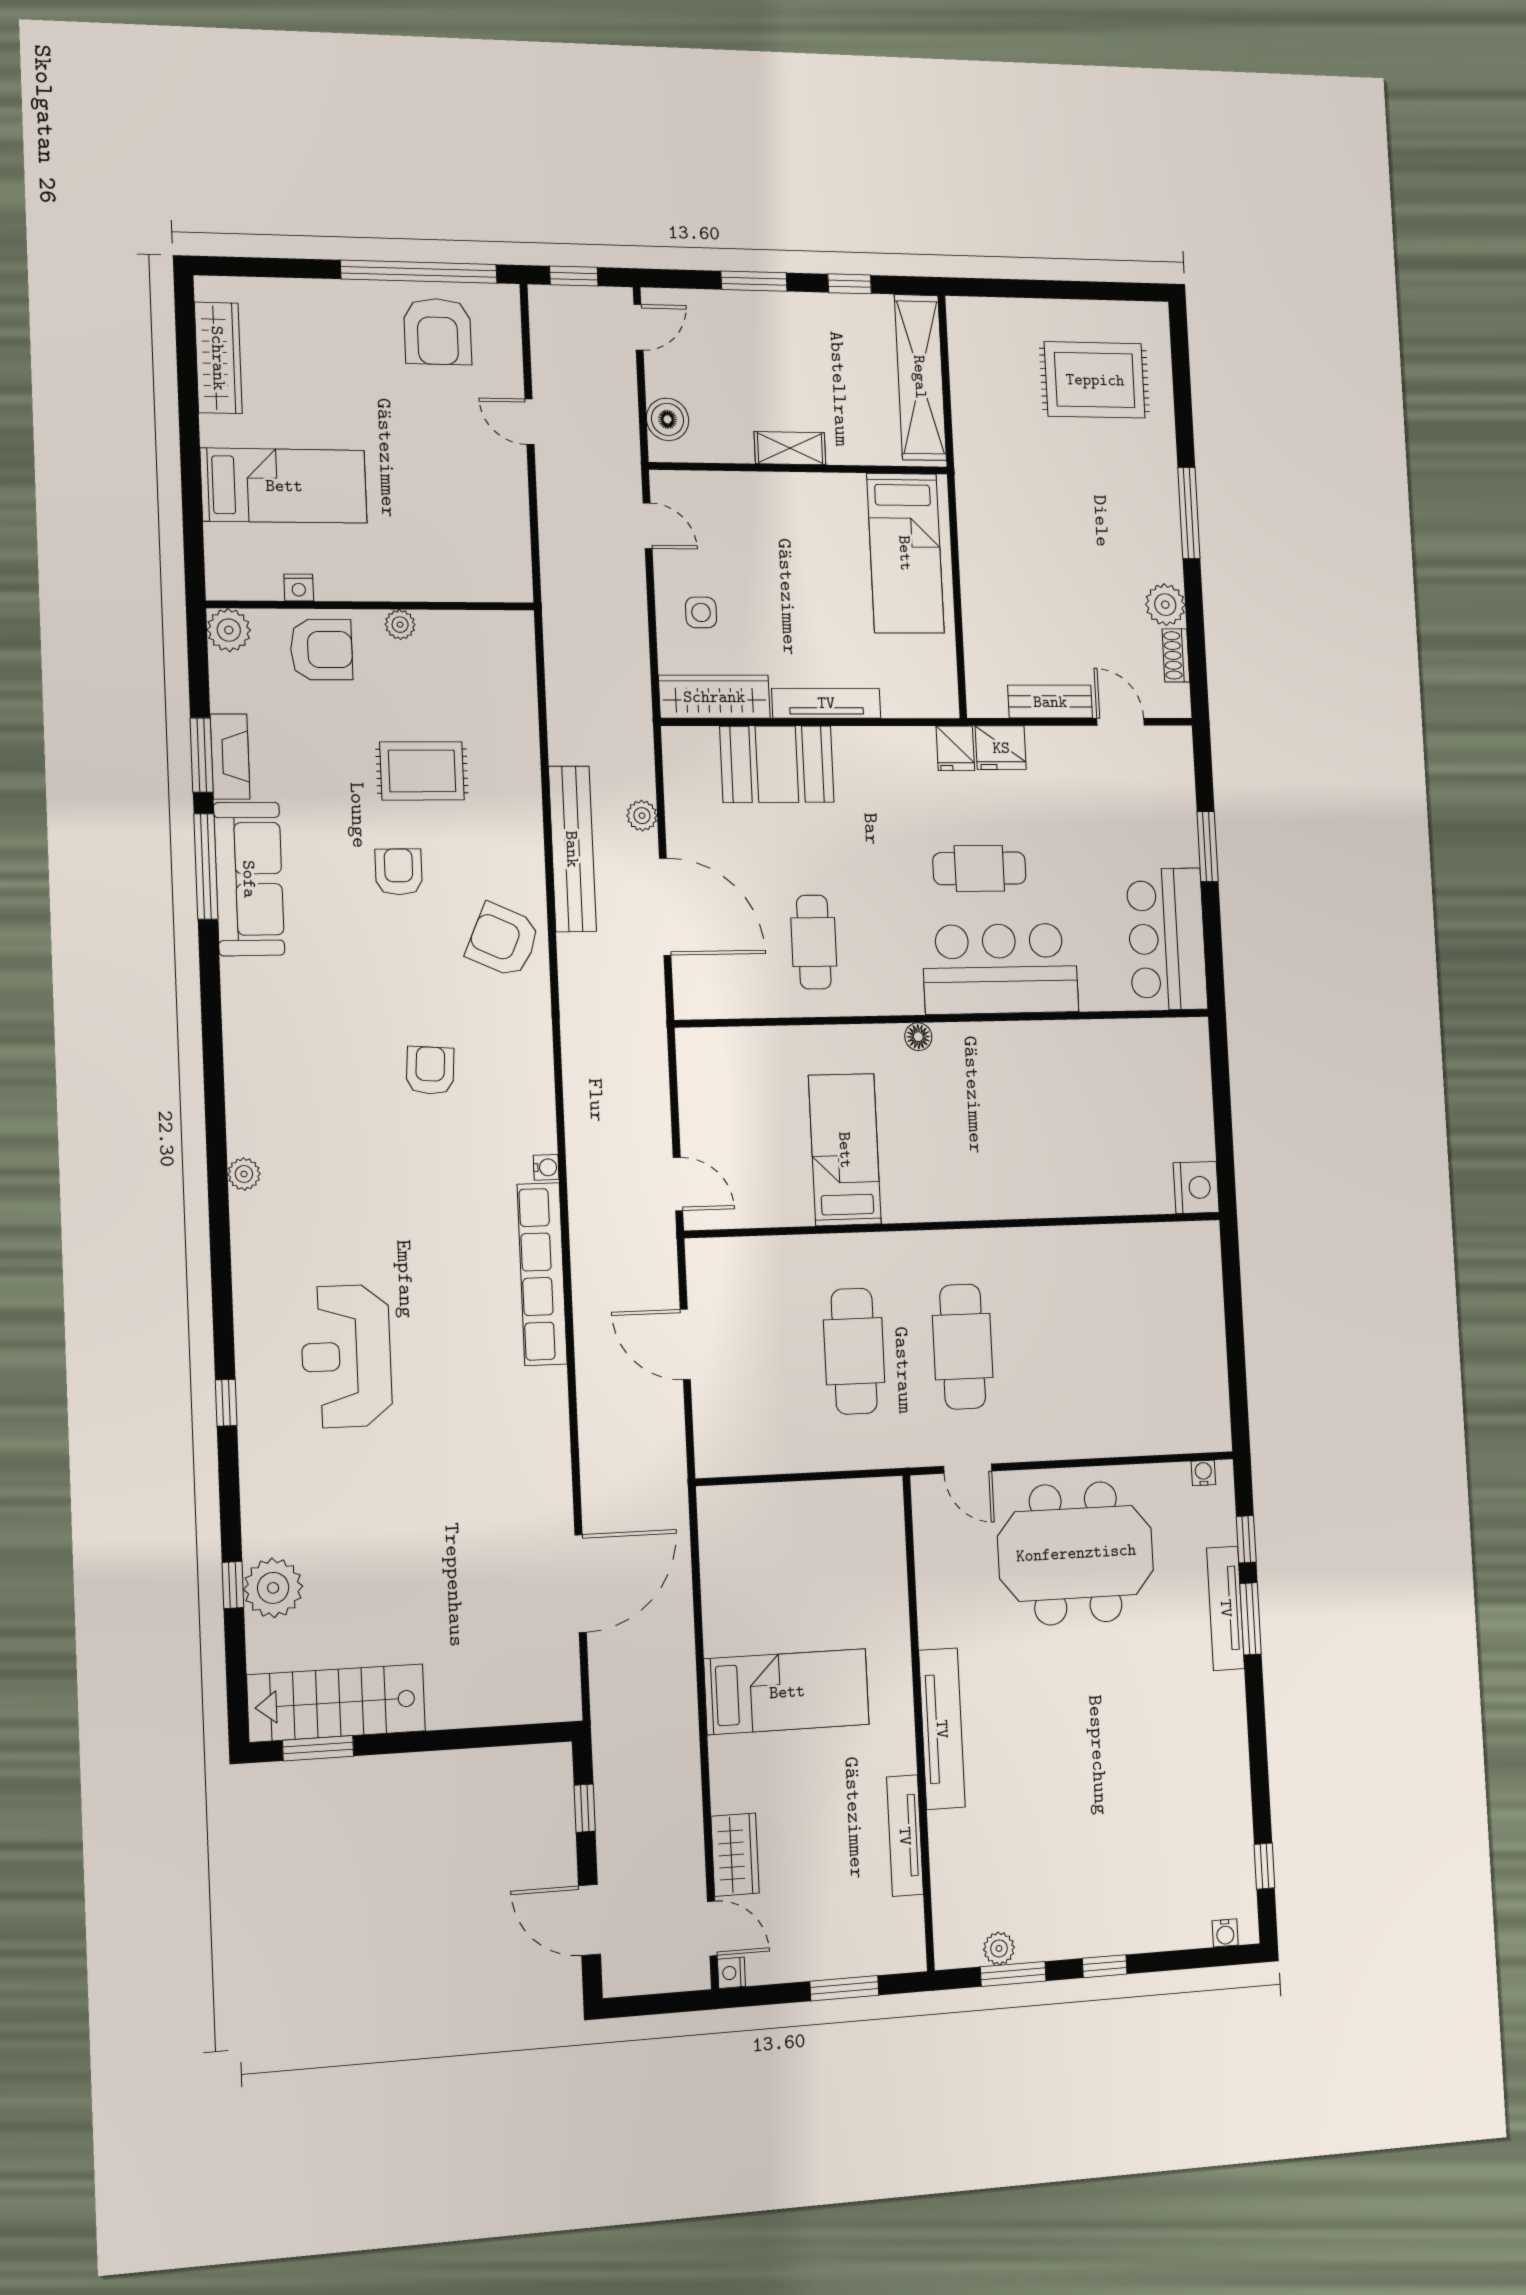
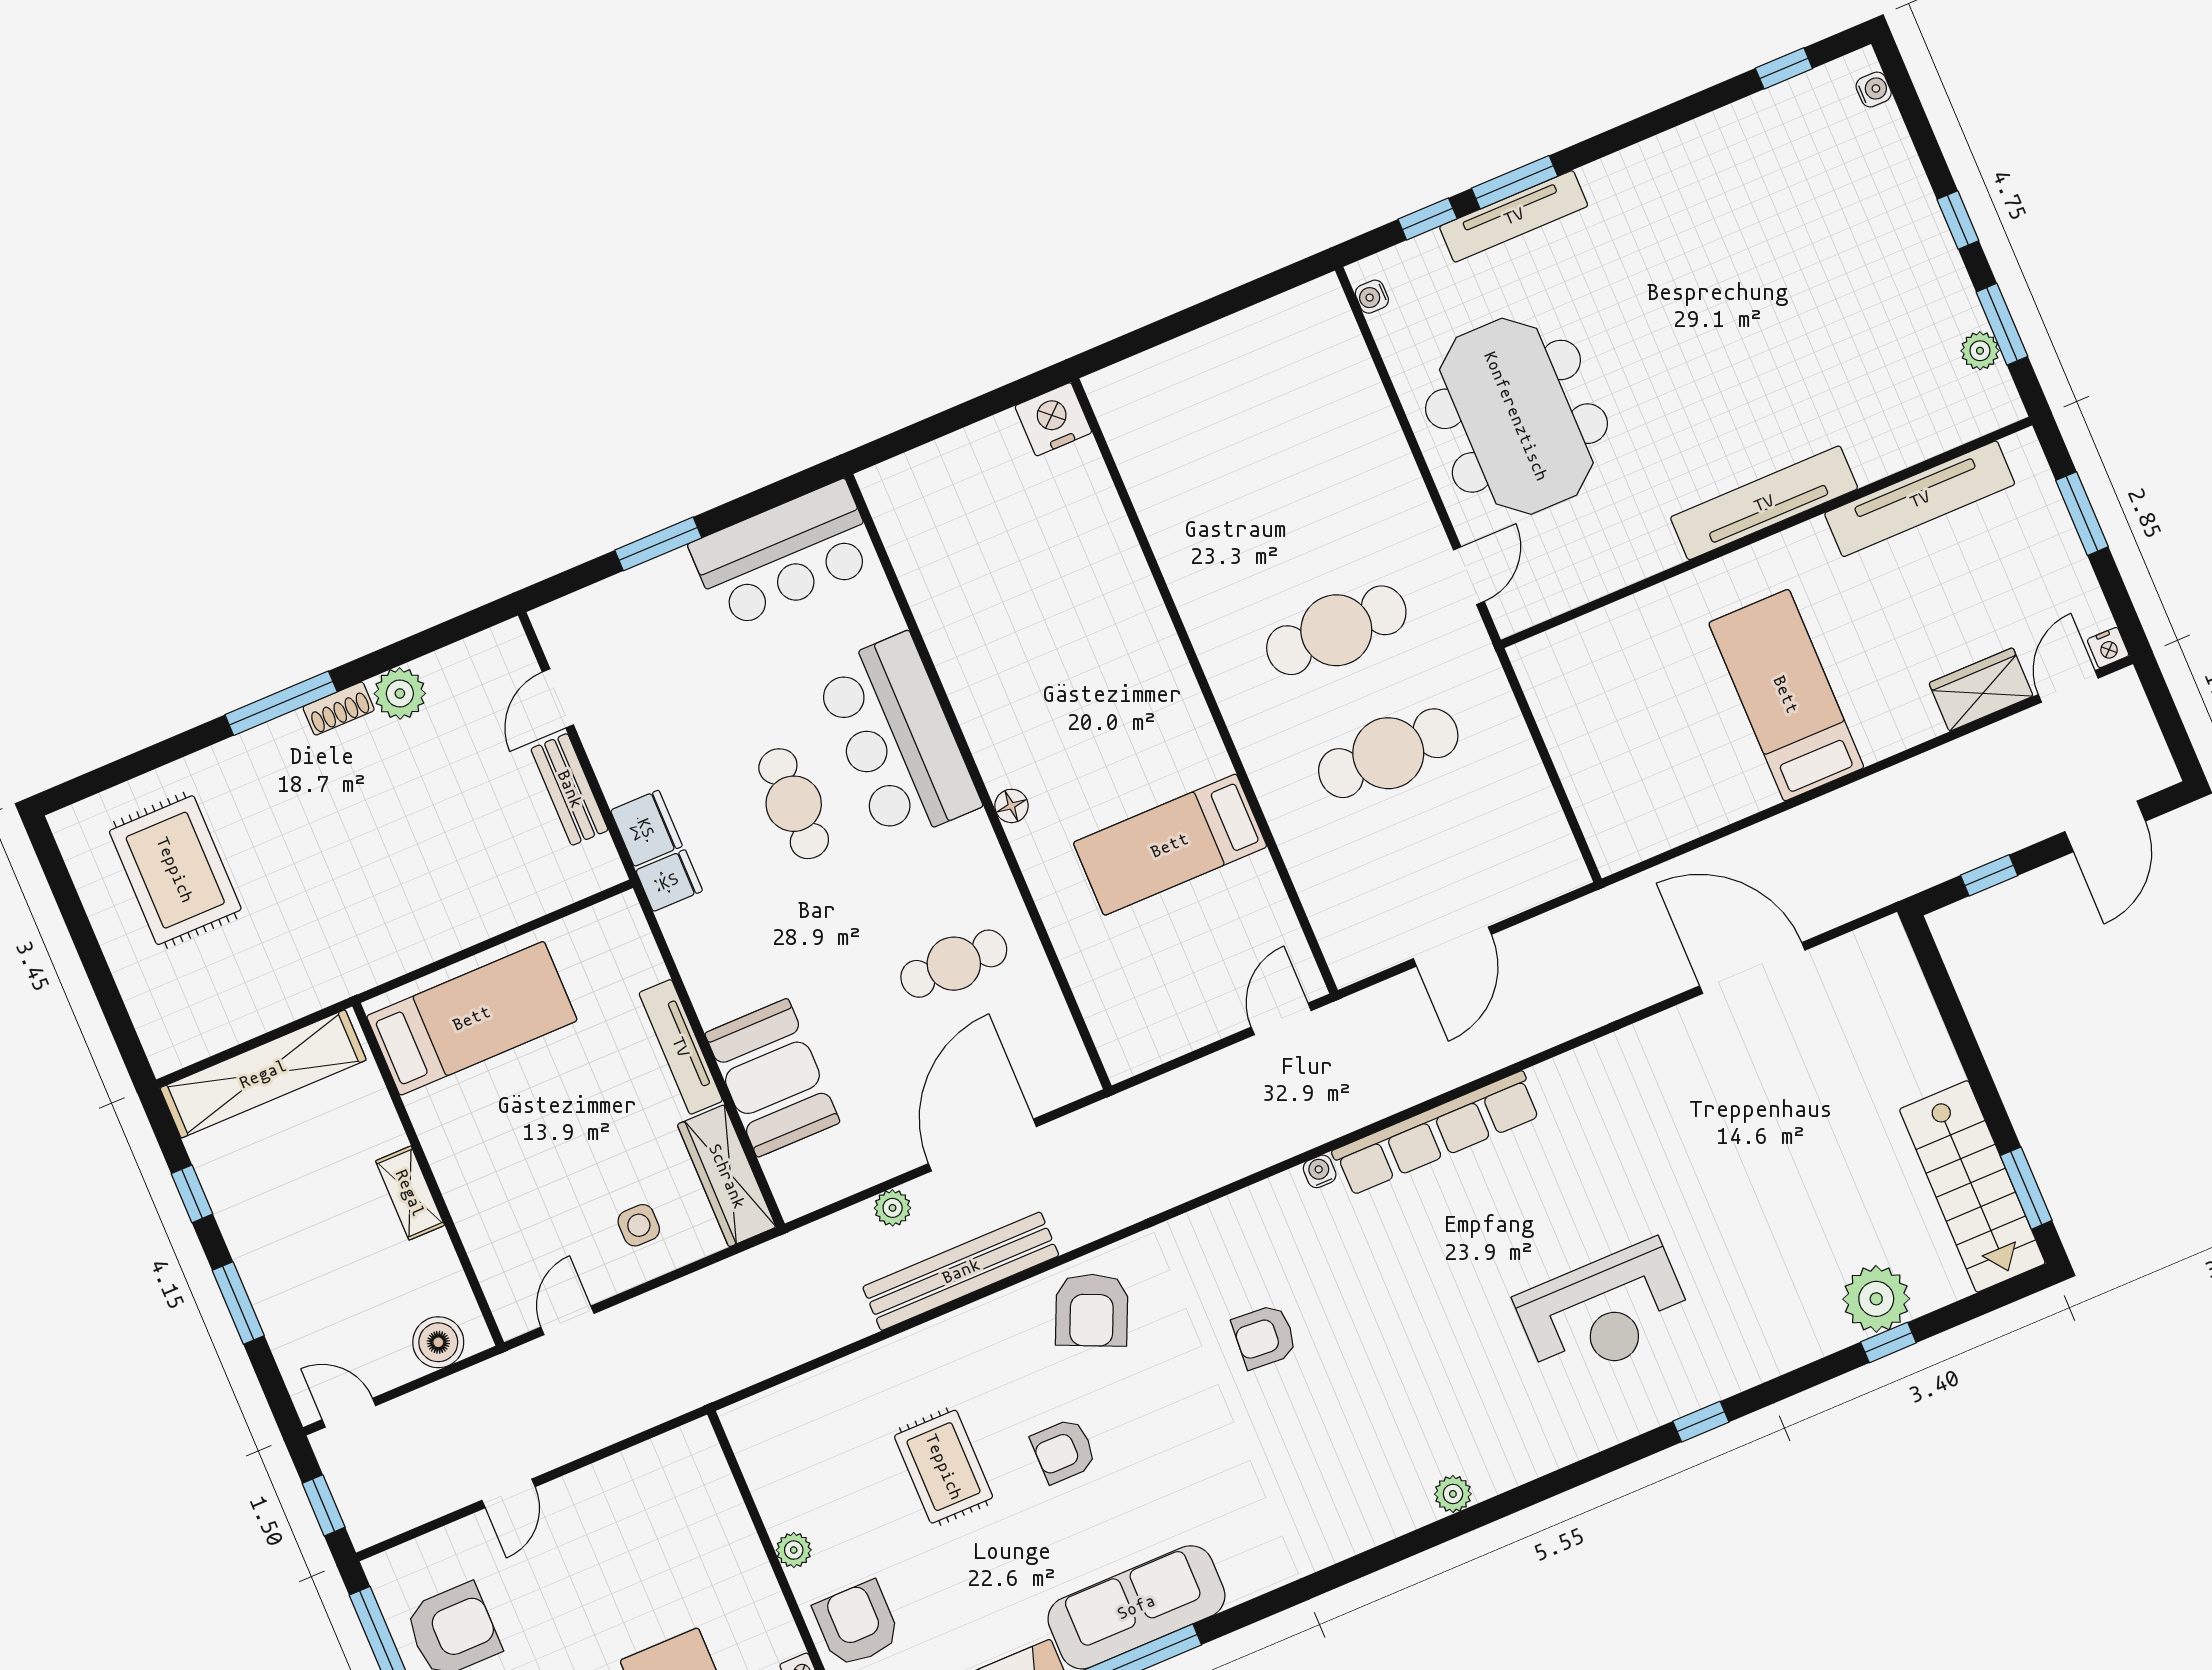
shoe rack: (1176, 655) -> (339, 709), moved
tv unit: (905, 1836) -> (1920, 499), width x1.36, depth x1.29

